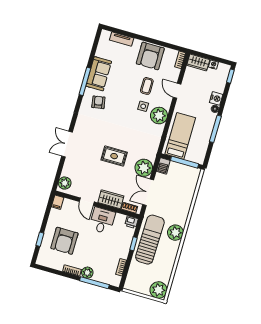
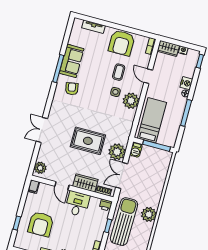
rug: (114, 156) -> (88, 141), width x1.36, depth x1.43

